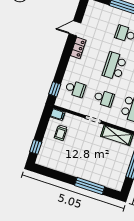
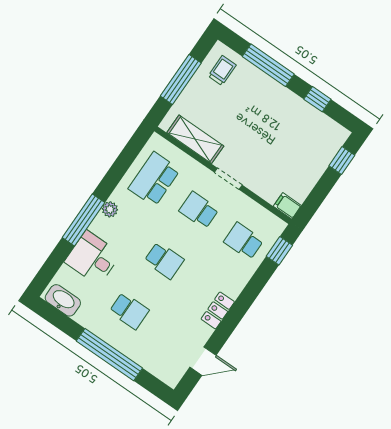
door: (75, 28) -> (203, 361), moved
school desk: (115, 66) -> (164, 260), width x0.54
trolley: (61, 133) -> (222, 71), moved
window: (58, 176) -> (317, 99), added

